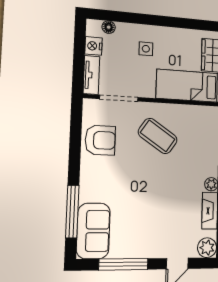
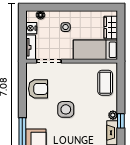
coffee table: (158, 136) -> (105, 83), moved, turned 56
side table: (142, 174) -> (66, 109), added

